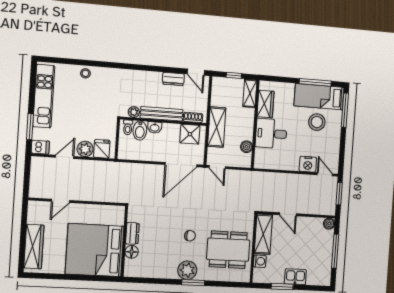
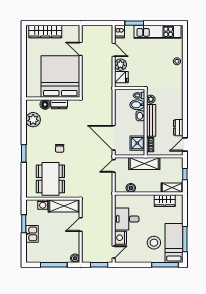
desk: (271, 134) -> (127, 219), moved, turned -90
bed: (95, 250) -> (60, 77), moved
plant: (187, 270) -> (33, 120), moved

